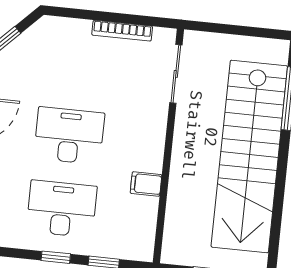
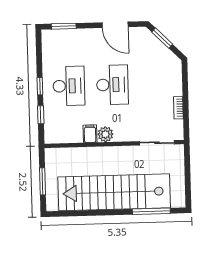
bookcase: (122, 31) -> (178, 108), width x0.64
plant: (150, 158) -> (105, 134), added

